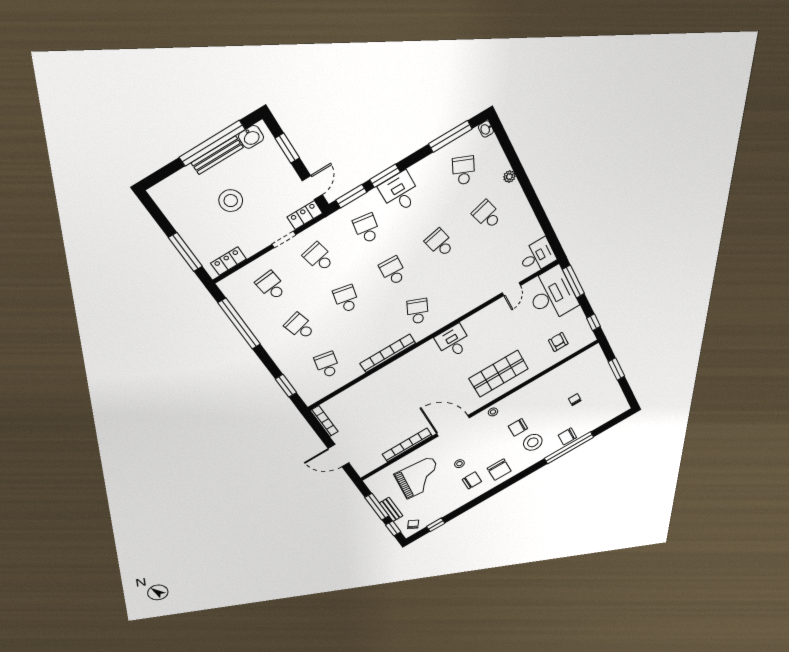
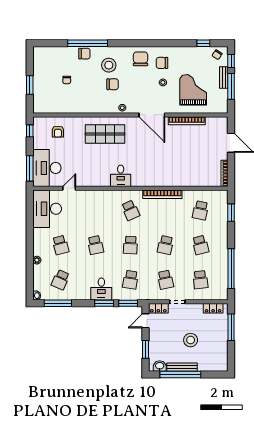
desk: (537, 256) -> (47, 209), width x1.87, depth x1.30
school desk: (418, 311) -> (130, 210), turned -48
grand piano: (419, 478) -> (193, 90), turned 84

